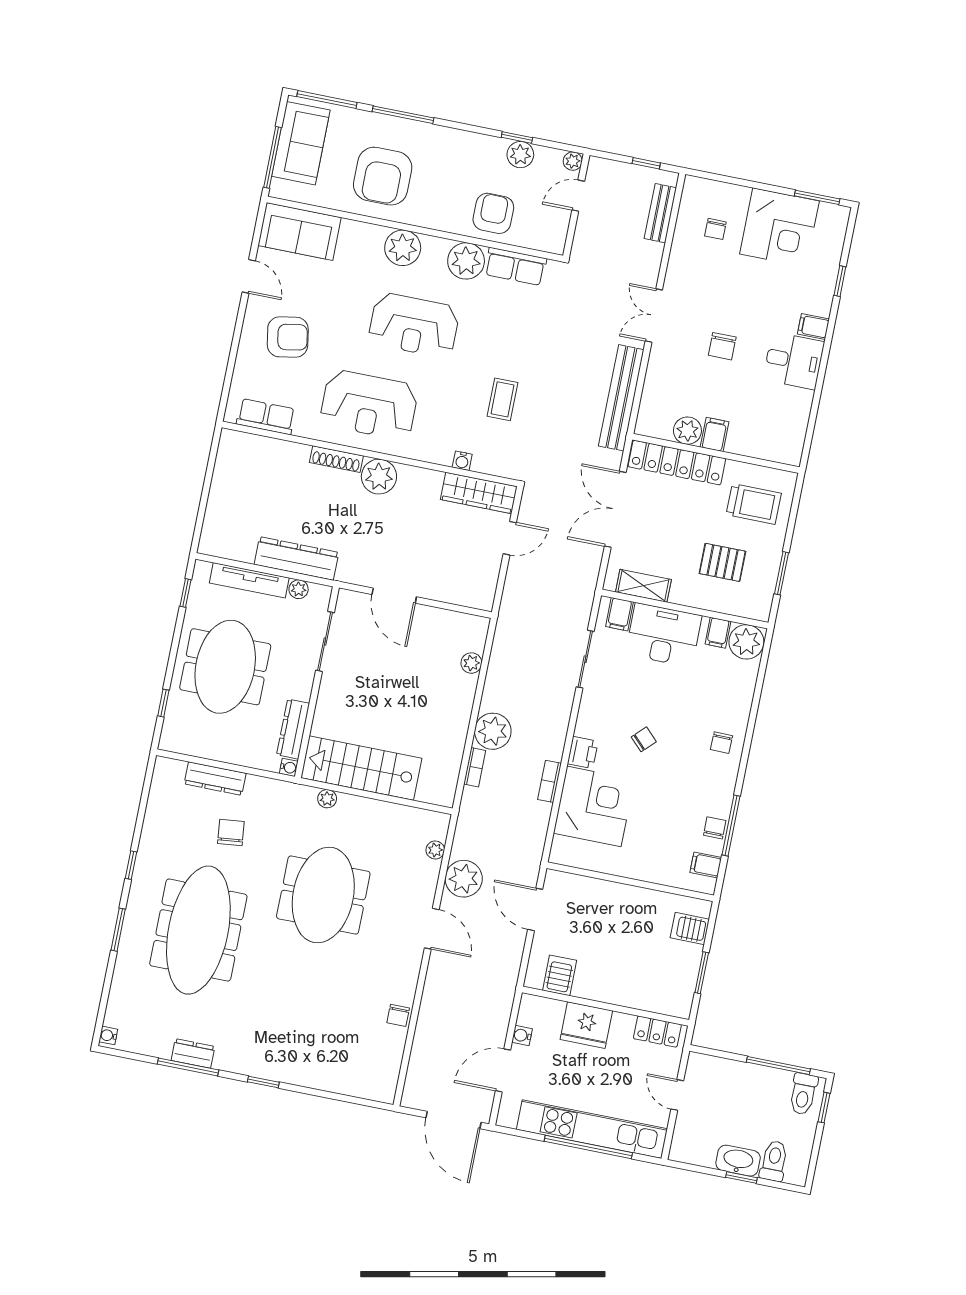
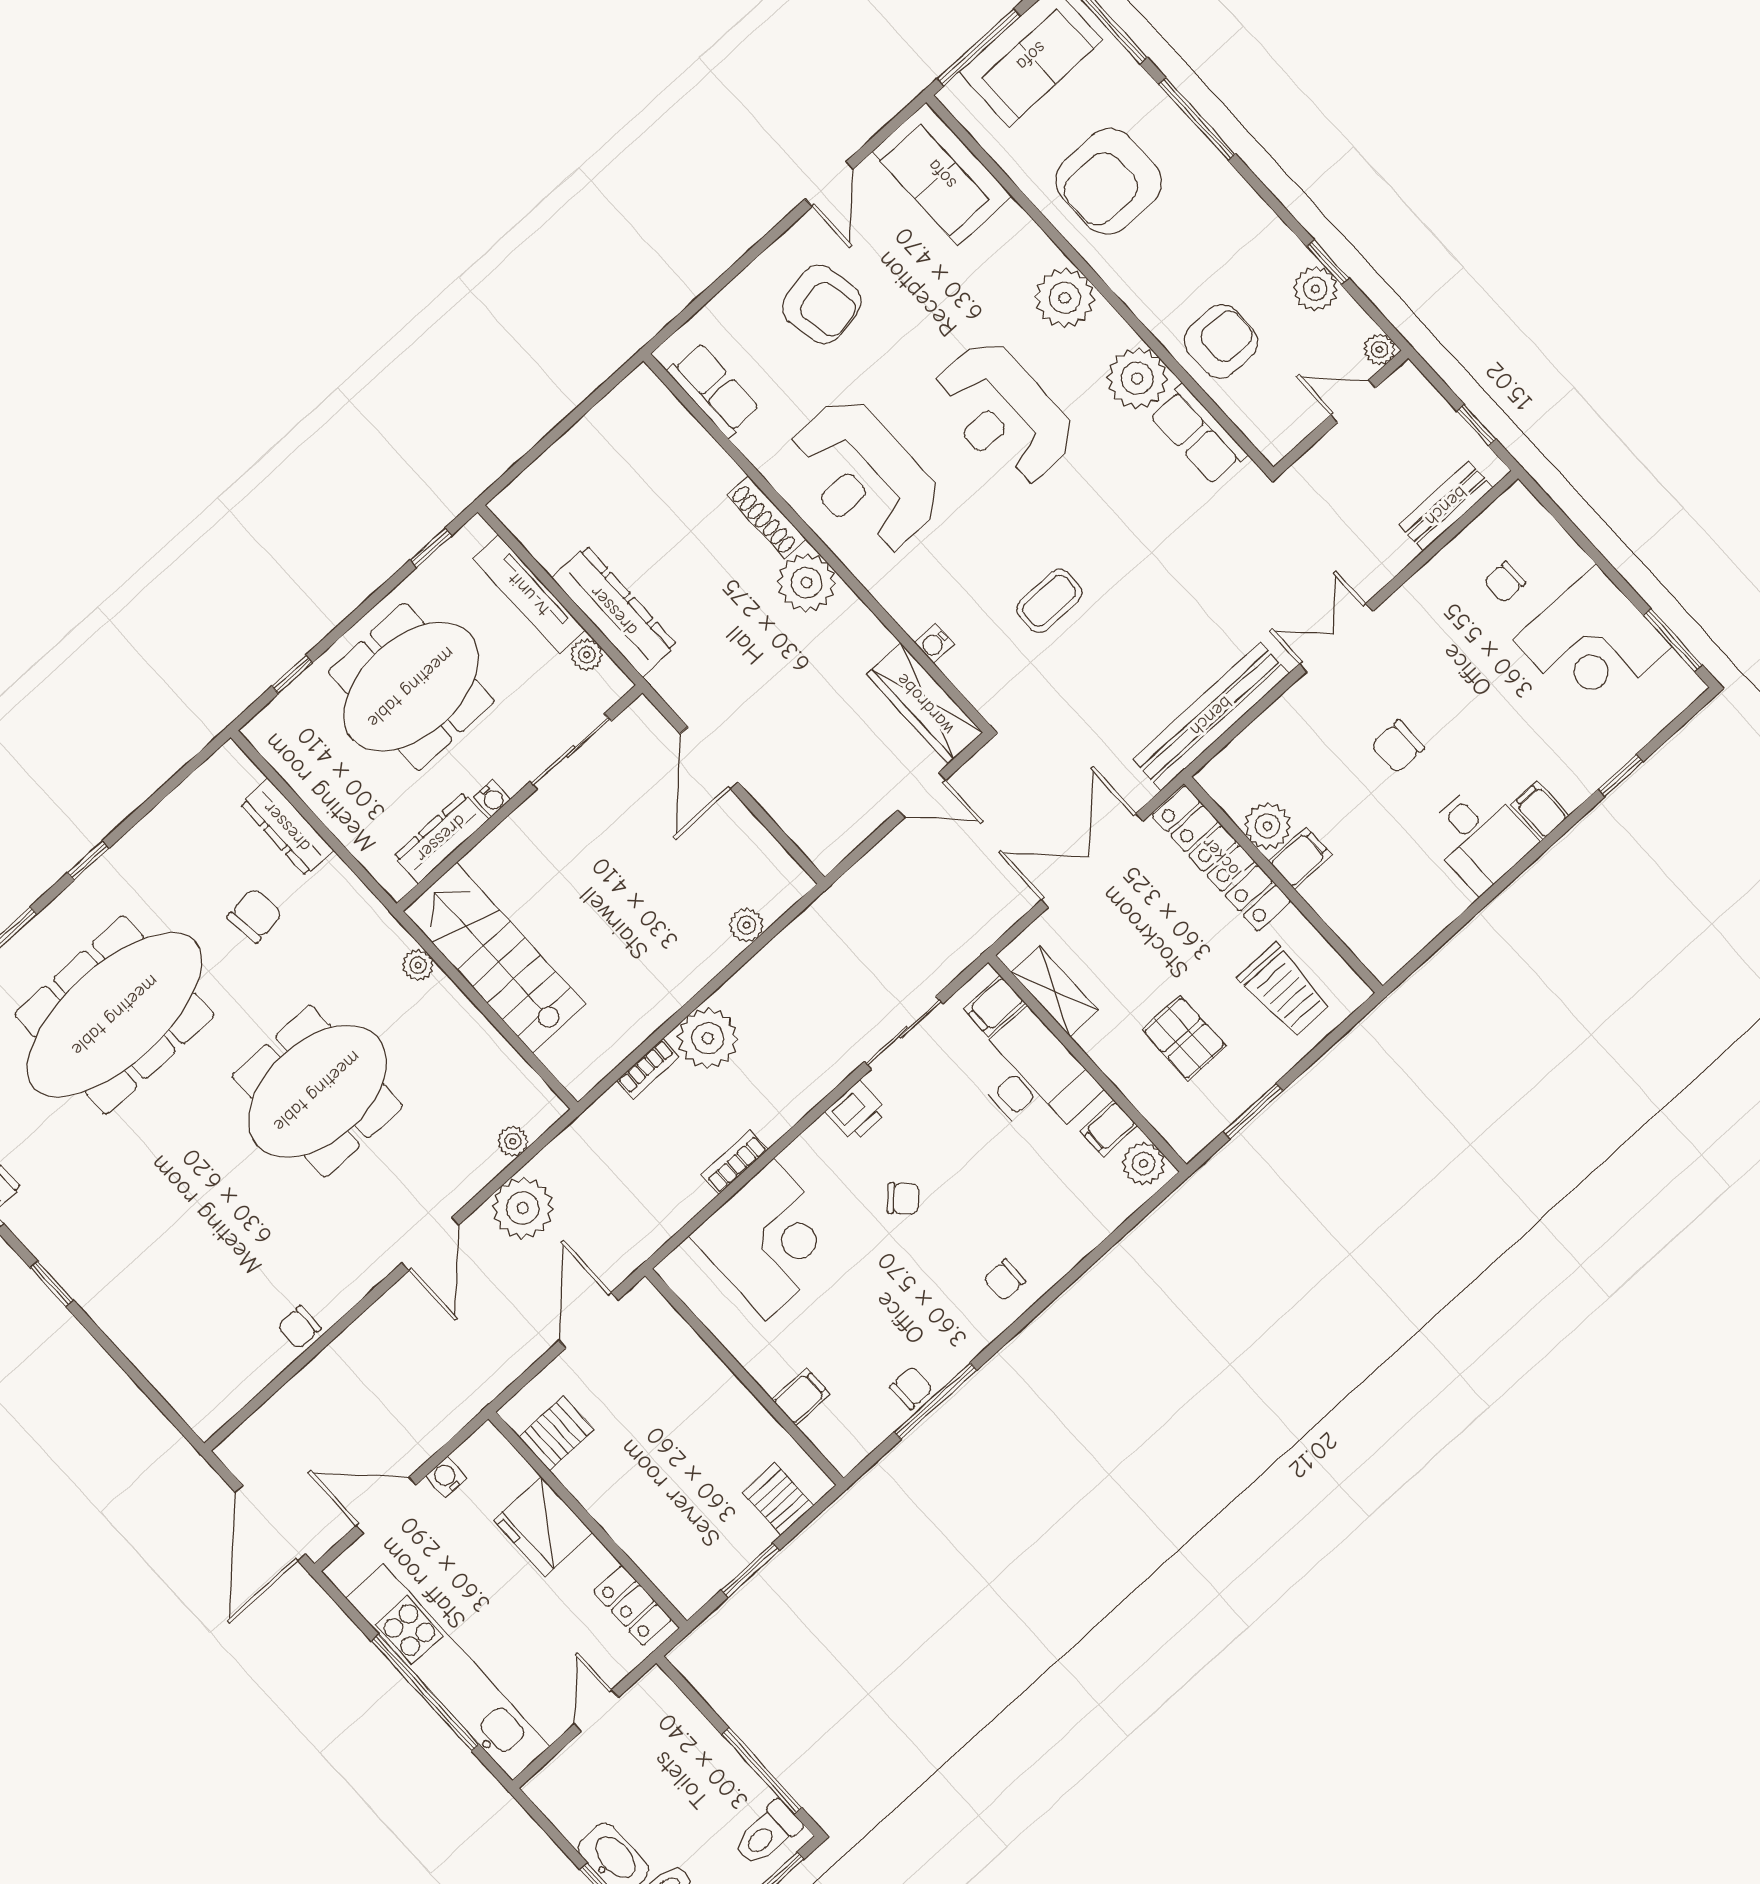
plant: (746, 642) -> (1143, 1164), width x0.73, depth x0.73
printer: (583, 753) -> (857, 1111), moved
water cooler: (289, 767) -> (492, 798), moved
filing cabinet: (706, 865) -> (801, 1397), moved, turned 90

